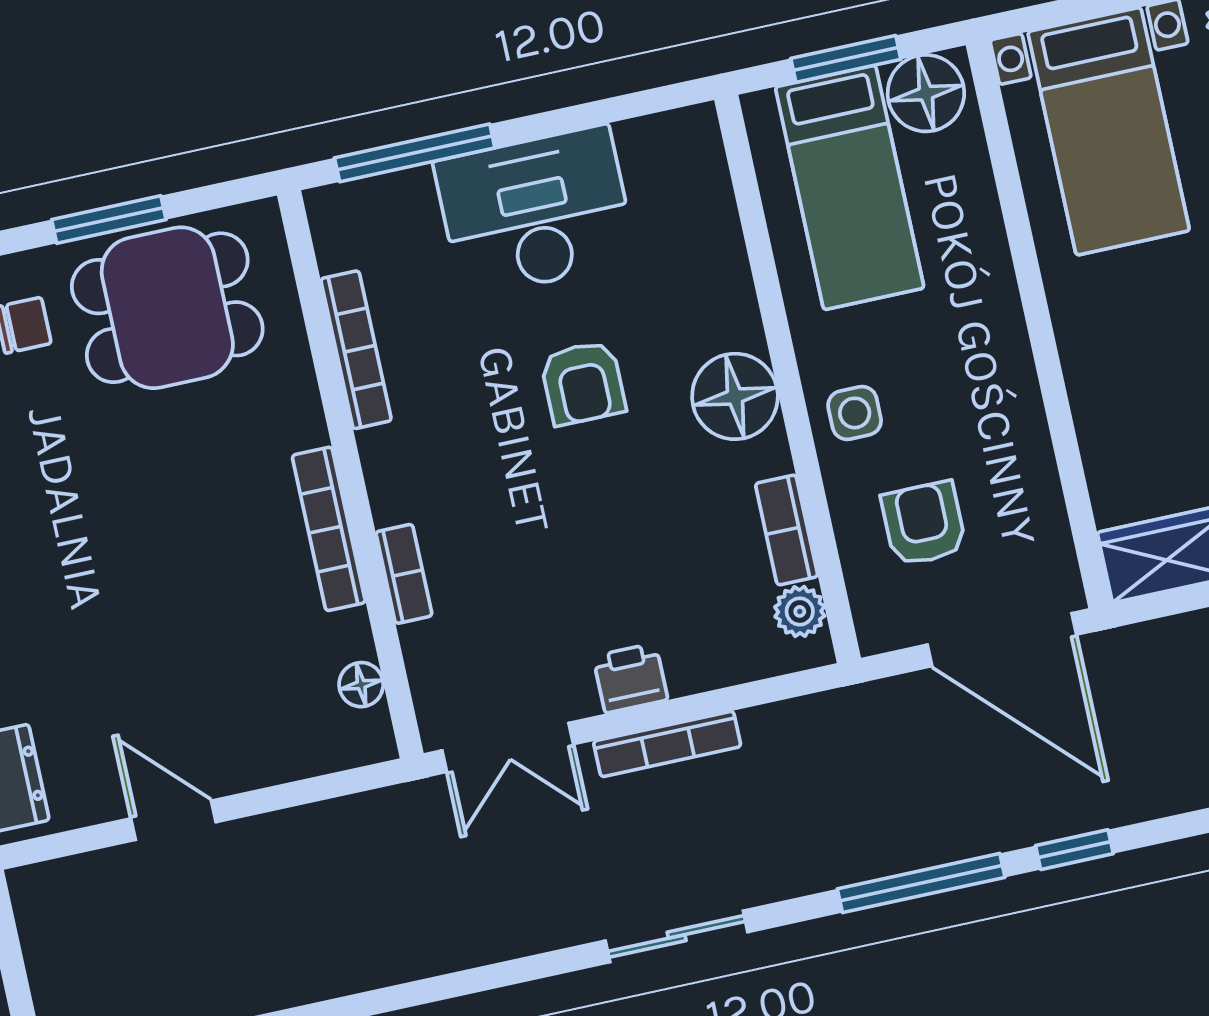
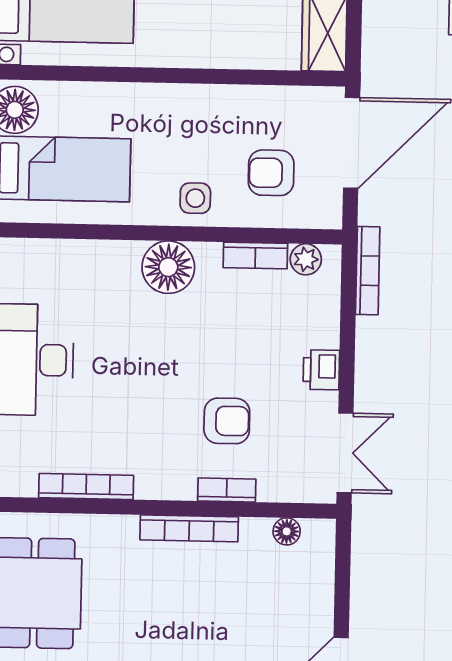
armchair: (583, 383) -> (227, 421), moved
bookcase: (667, 744) -> (368, 271), moved

